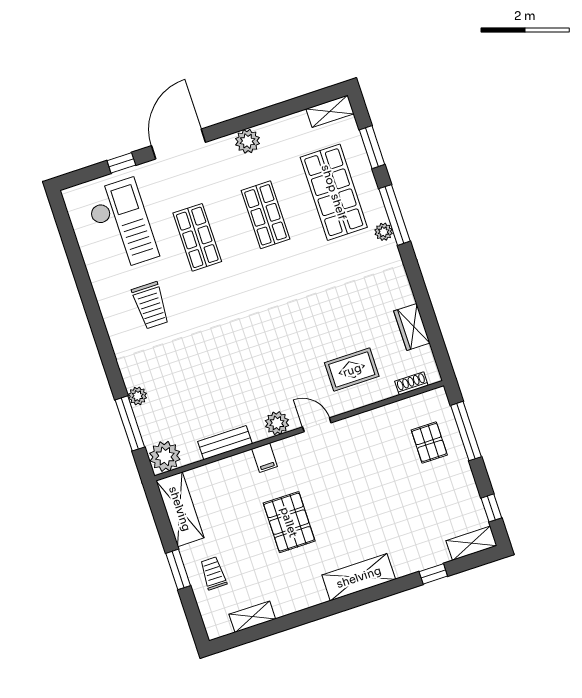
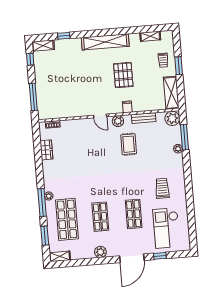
rug: (352, 370) -> (129, 144), moved, turned 90
pallet: (429, 442) -> (51, 96), removed
shelving: (359, 577) -> (105, 42), width x1.47

